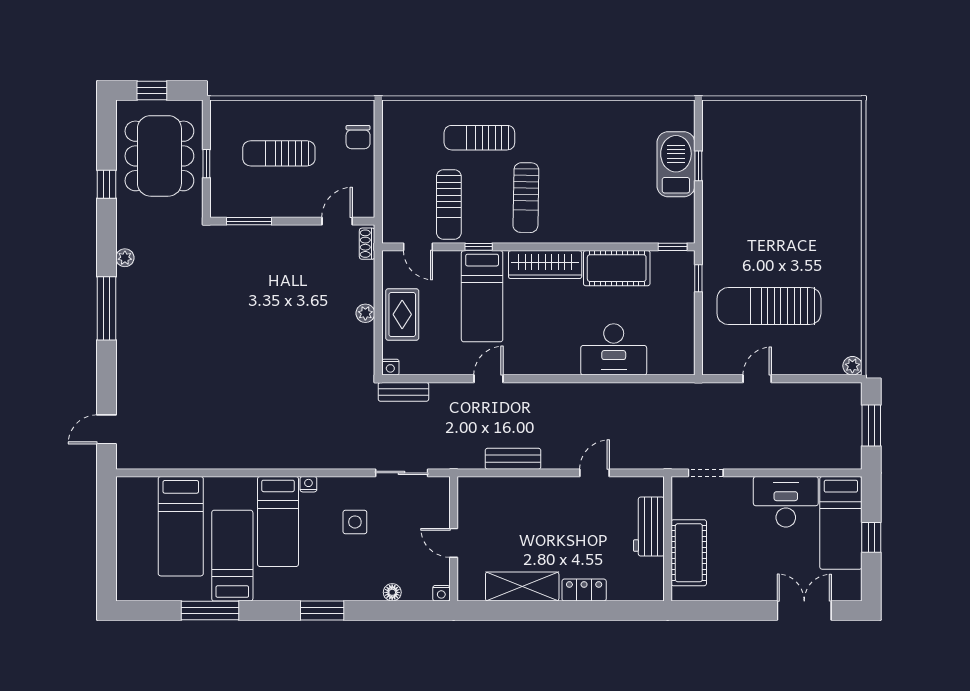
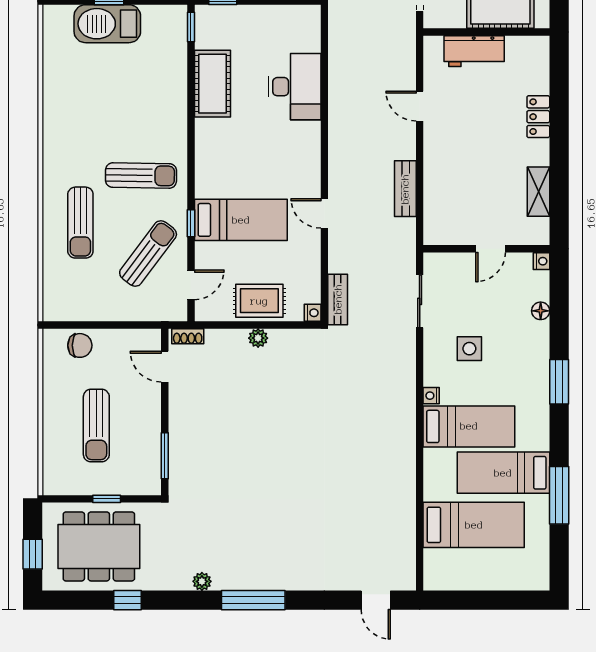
sun lounger: (449, 205) -> (148, 253), turned -53
wardrobe: (545, 265) -> (209, 156), removed
shelving: (522, 586) -> (538, 192), width x0.67, depth x0.75

